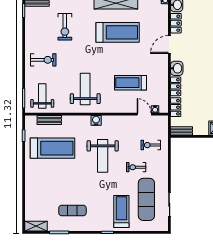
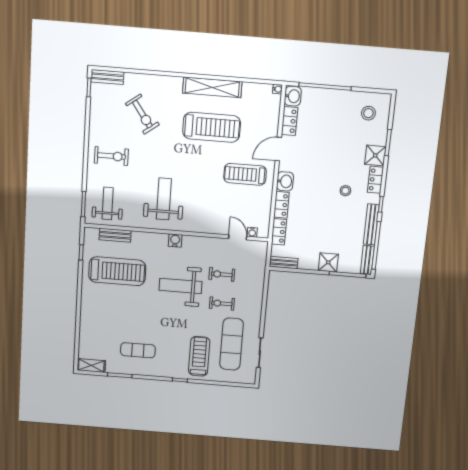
exercise bike: (65, 27) -> (142, 114), turned -36
treadmill: (130, 83) -> (245, 174), moved
exercise bike: (151, 145) -> (222, 274), moved
weight bench: (103, 156) -> (180, 286), turned 90

